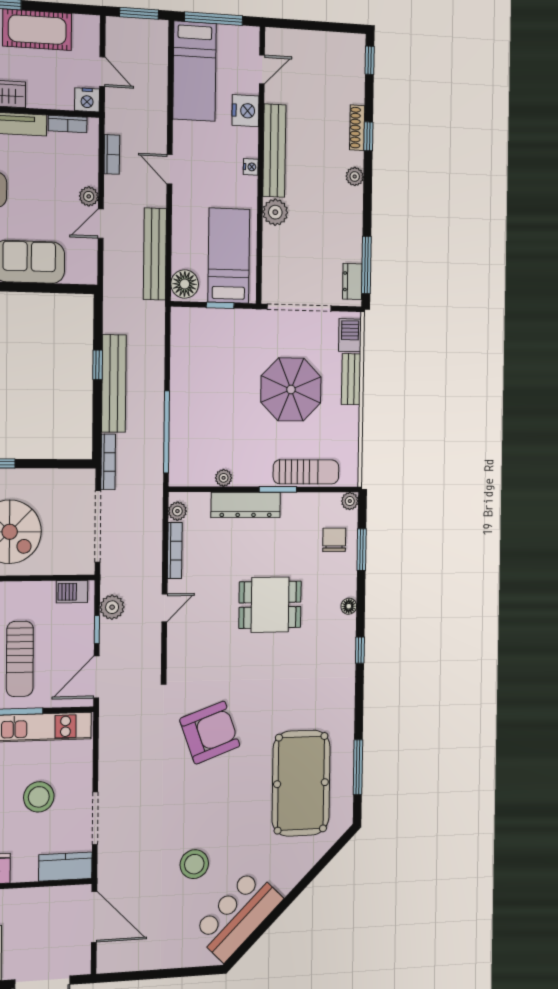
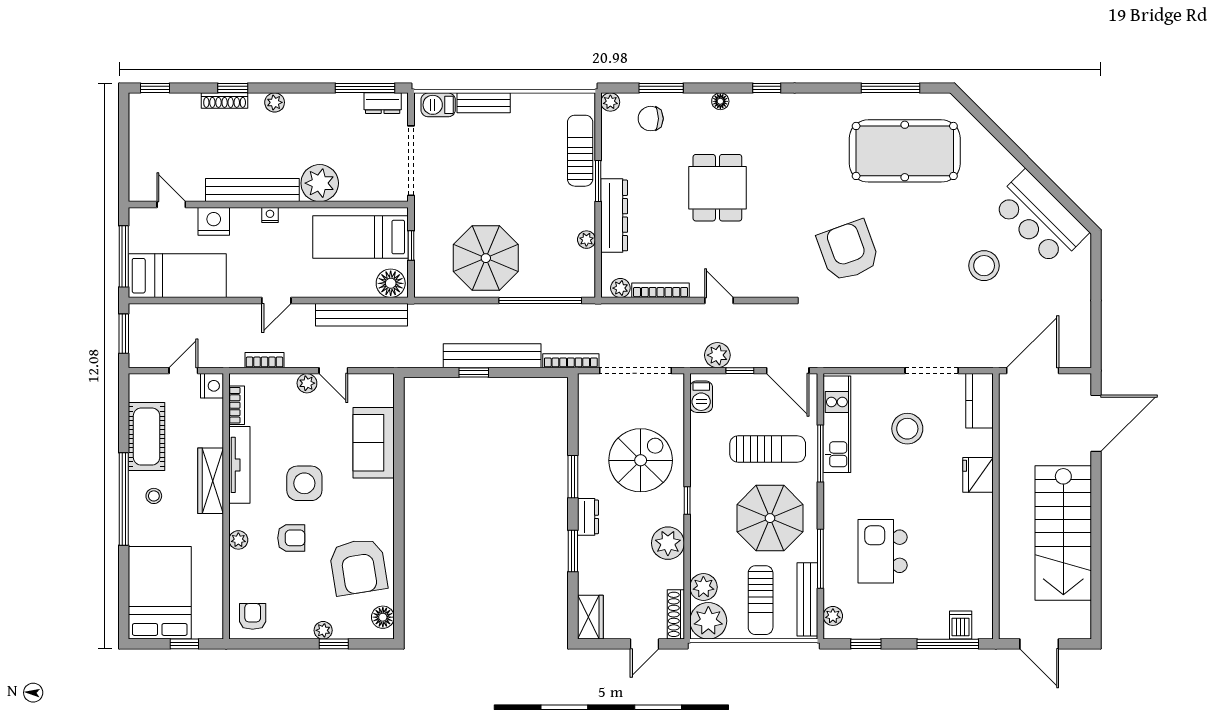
plant: (275, 212) -> (320, 183), width x1.36, depth x1.36
parasol: (291, 389) -> (486, 258), moved

